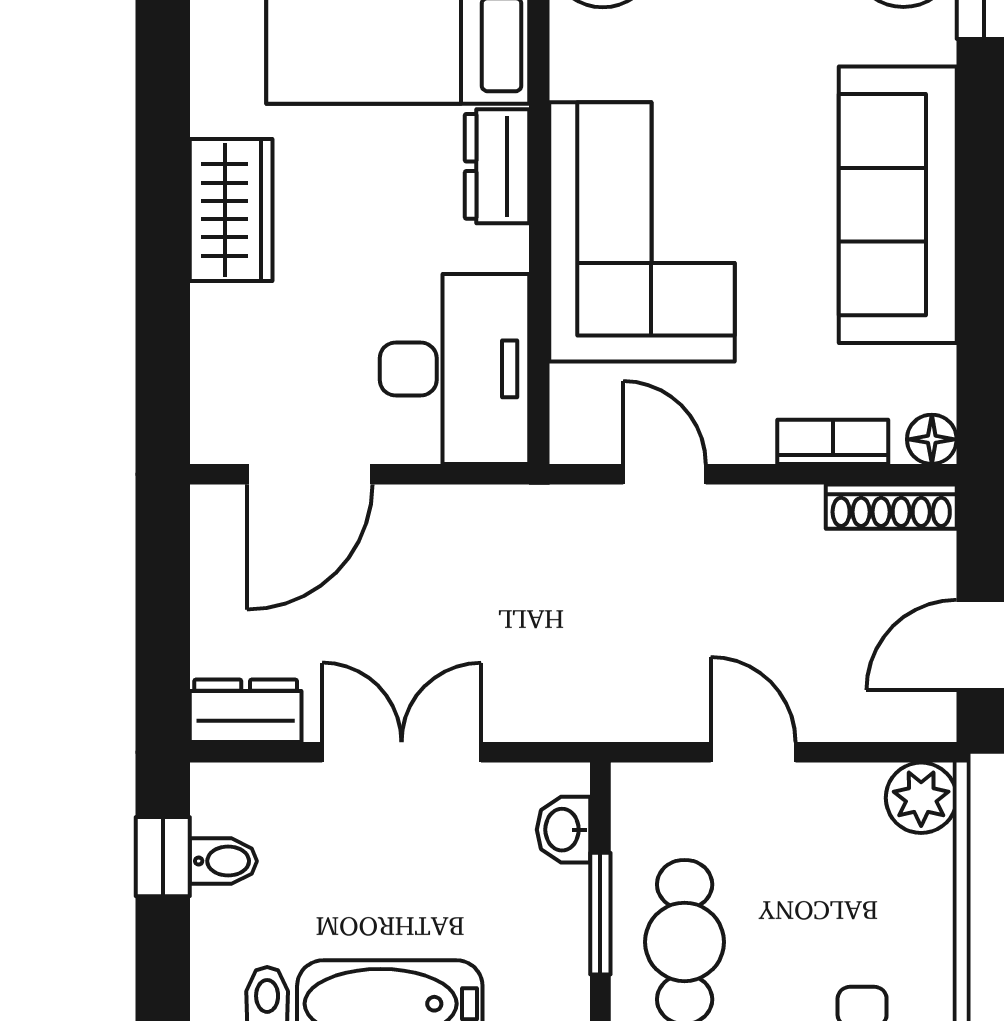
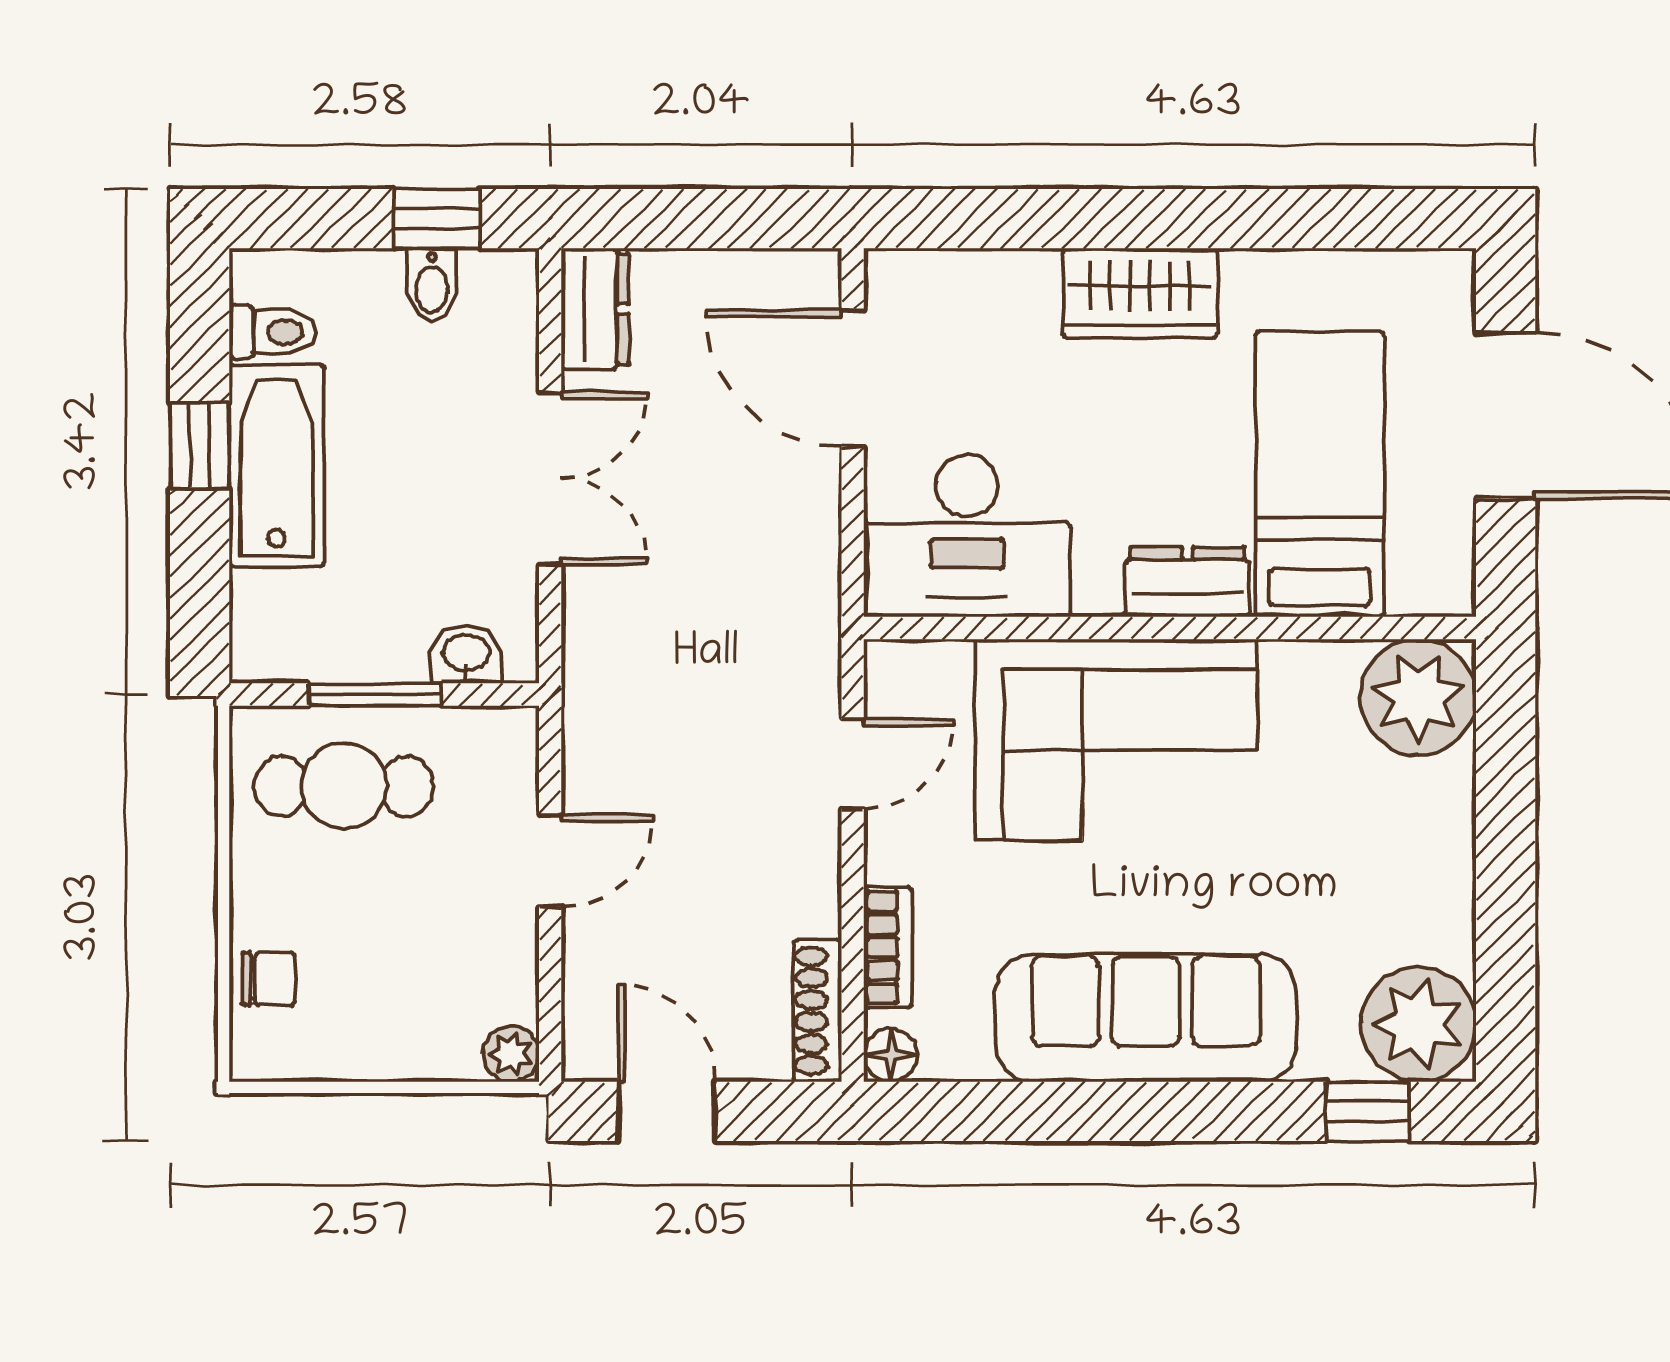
plant: (921, 798) -> (511, 1054), width x0.73, depth x0.73

